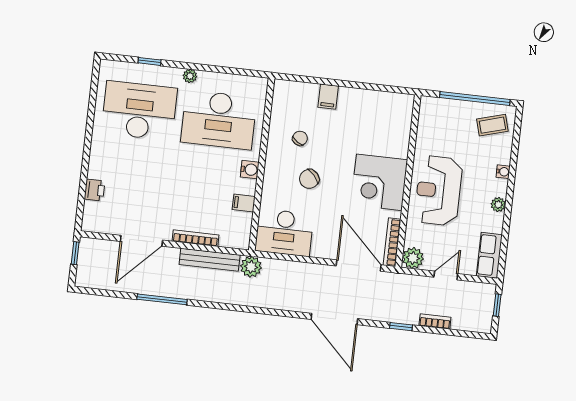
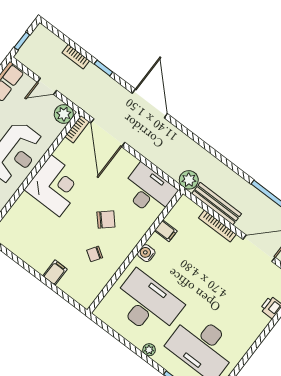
bookcase: (392, 242) -> (77, 129), width x0.64

